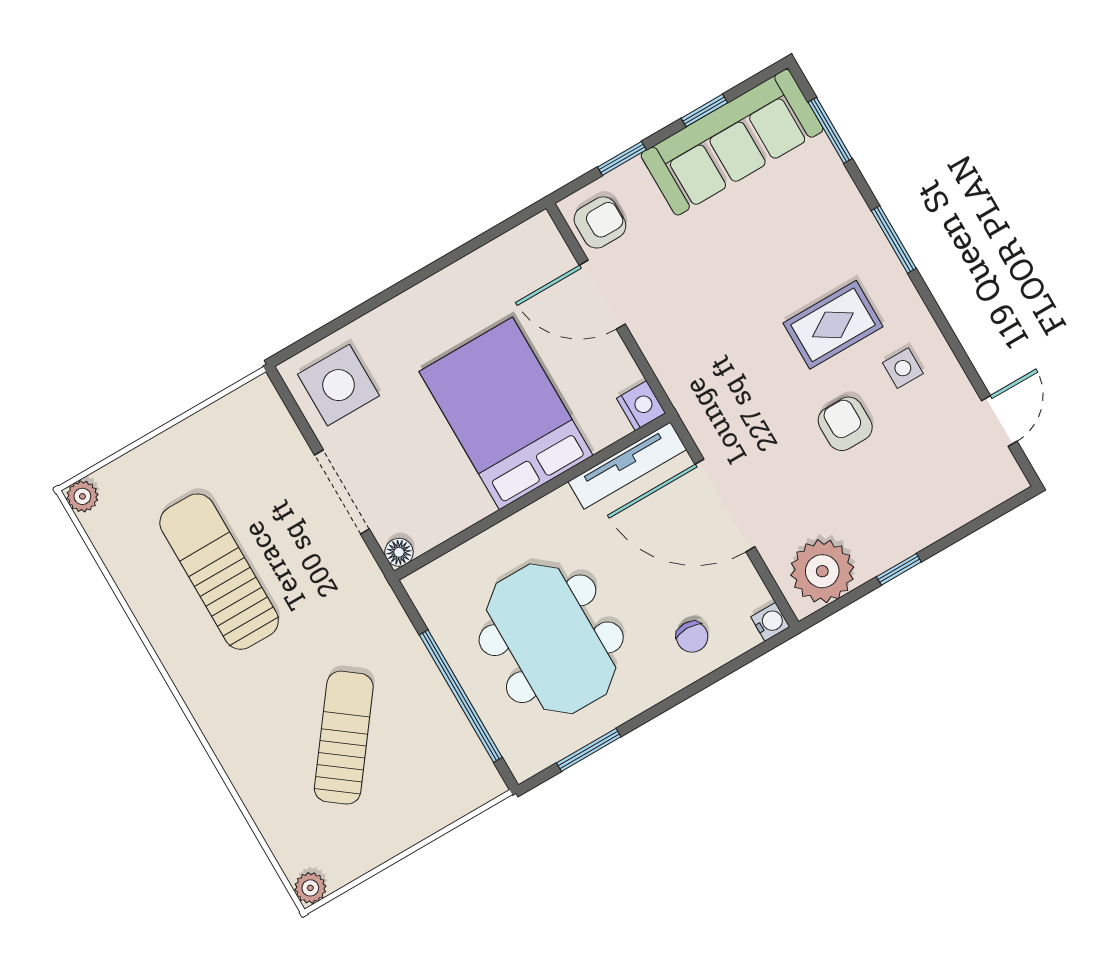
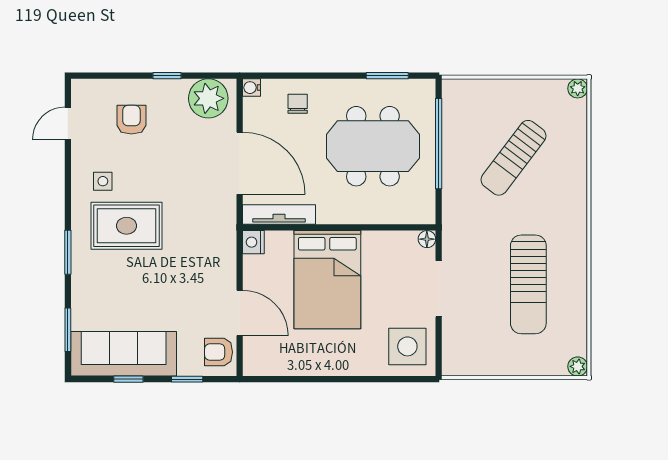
rug: (833, 325) -> (127, 226), width x1.36, depth x1.43
armchair: (845, 424) -> (131, 120), moved, turned 180
meeting table: (551, 639) -> (373, 146), turned 90

